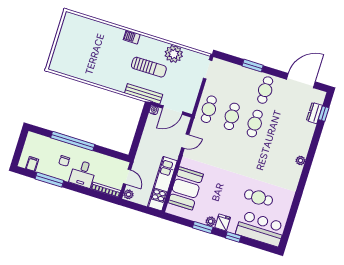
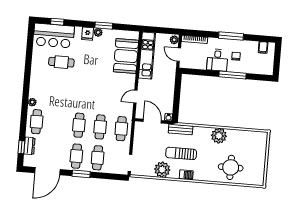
barbecue: (132, 37) -> (186, 175), moved
round table: (98, 39) -> (231, 167), added
window: (253, 66) -> (81, 174), moved
plant: (103, 77) -> (219, 136), added
cafe table: (242, 83) -> (98, 158), added
bench: (144, 94) -> (181, 129), width x0.73
door: (173, 110) -> (152, 121), hinge flipped
cafe table: (301, 138) -> (37, 122), added
window: (73, 141) -> (233, 75), width x0.68
desk: (83, 174) -> (217, 60), moved, turned 180
window: (49, 180) -> (231, 36), moved
window: (233, 237) -> (57, 22), moved

